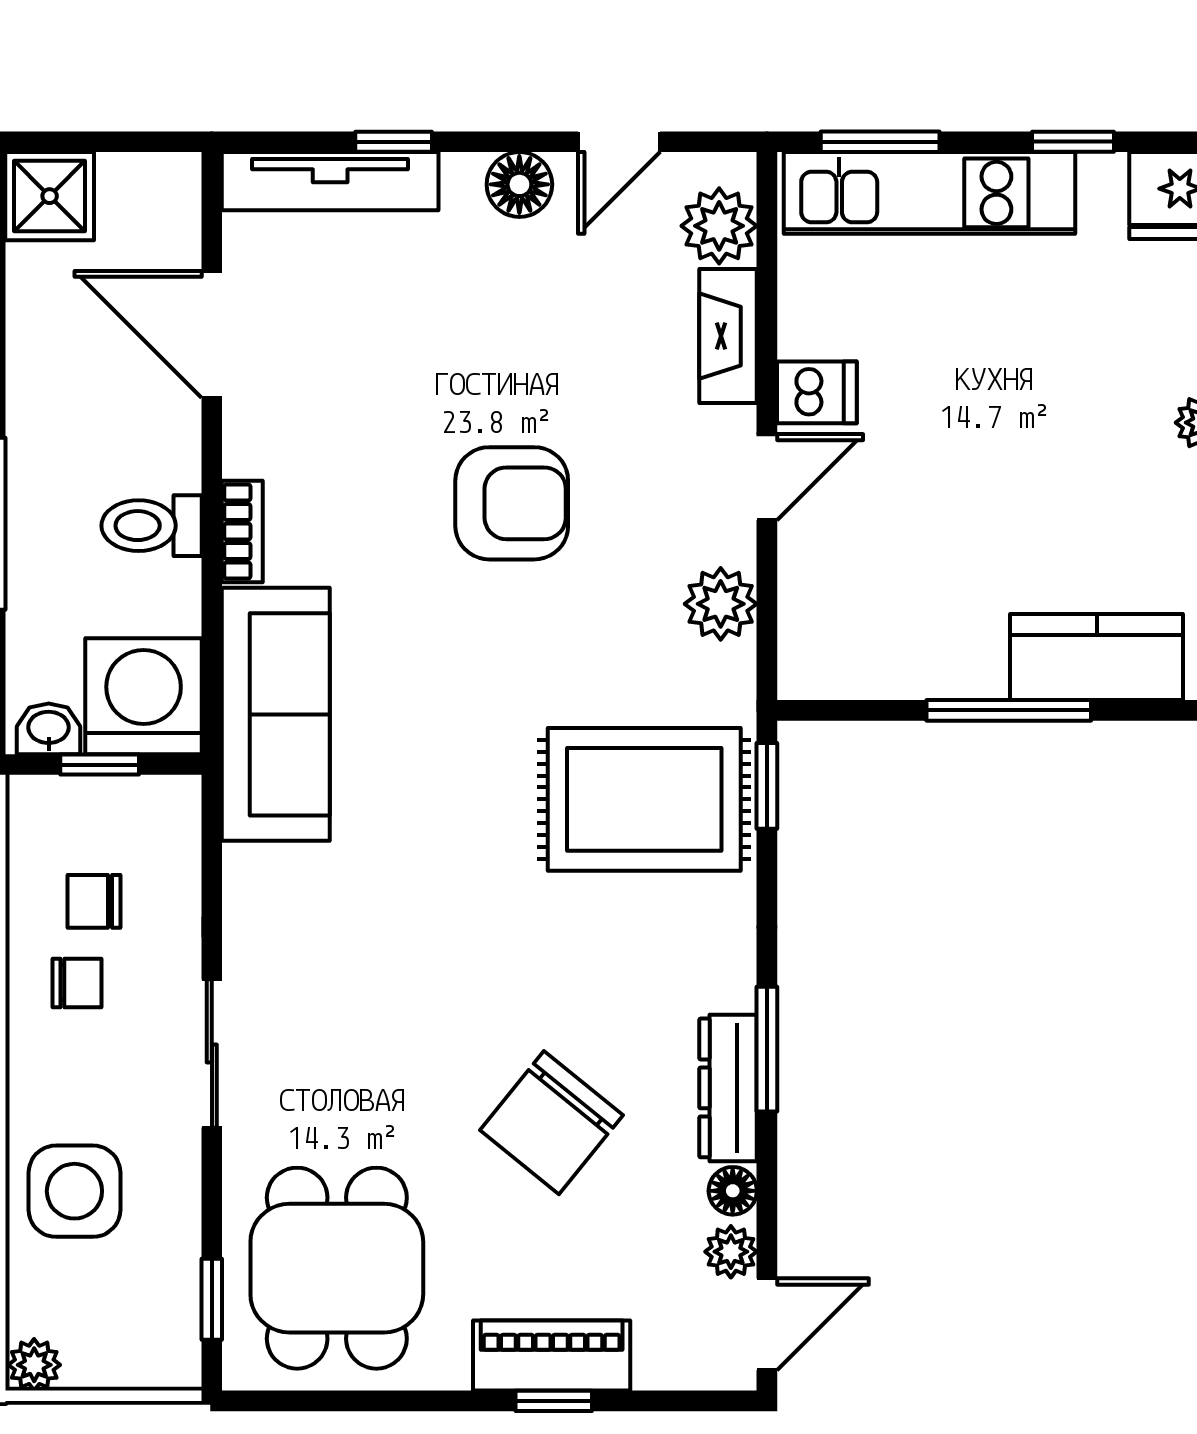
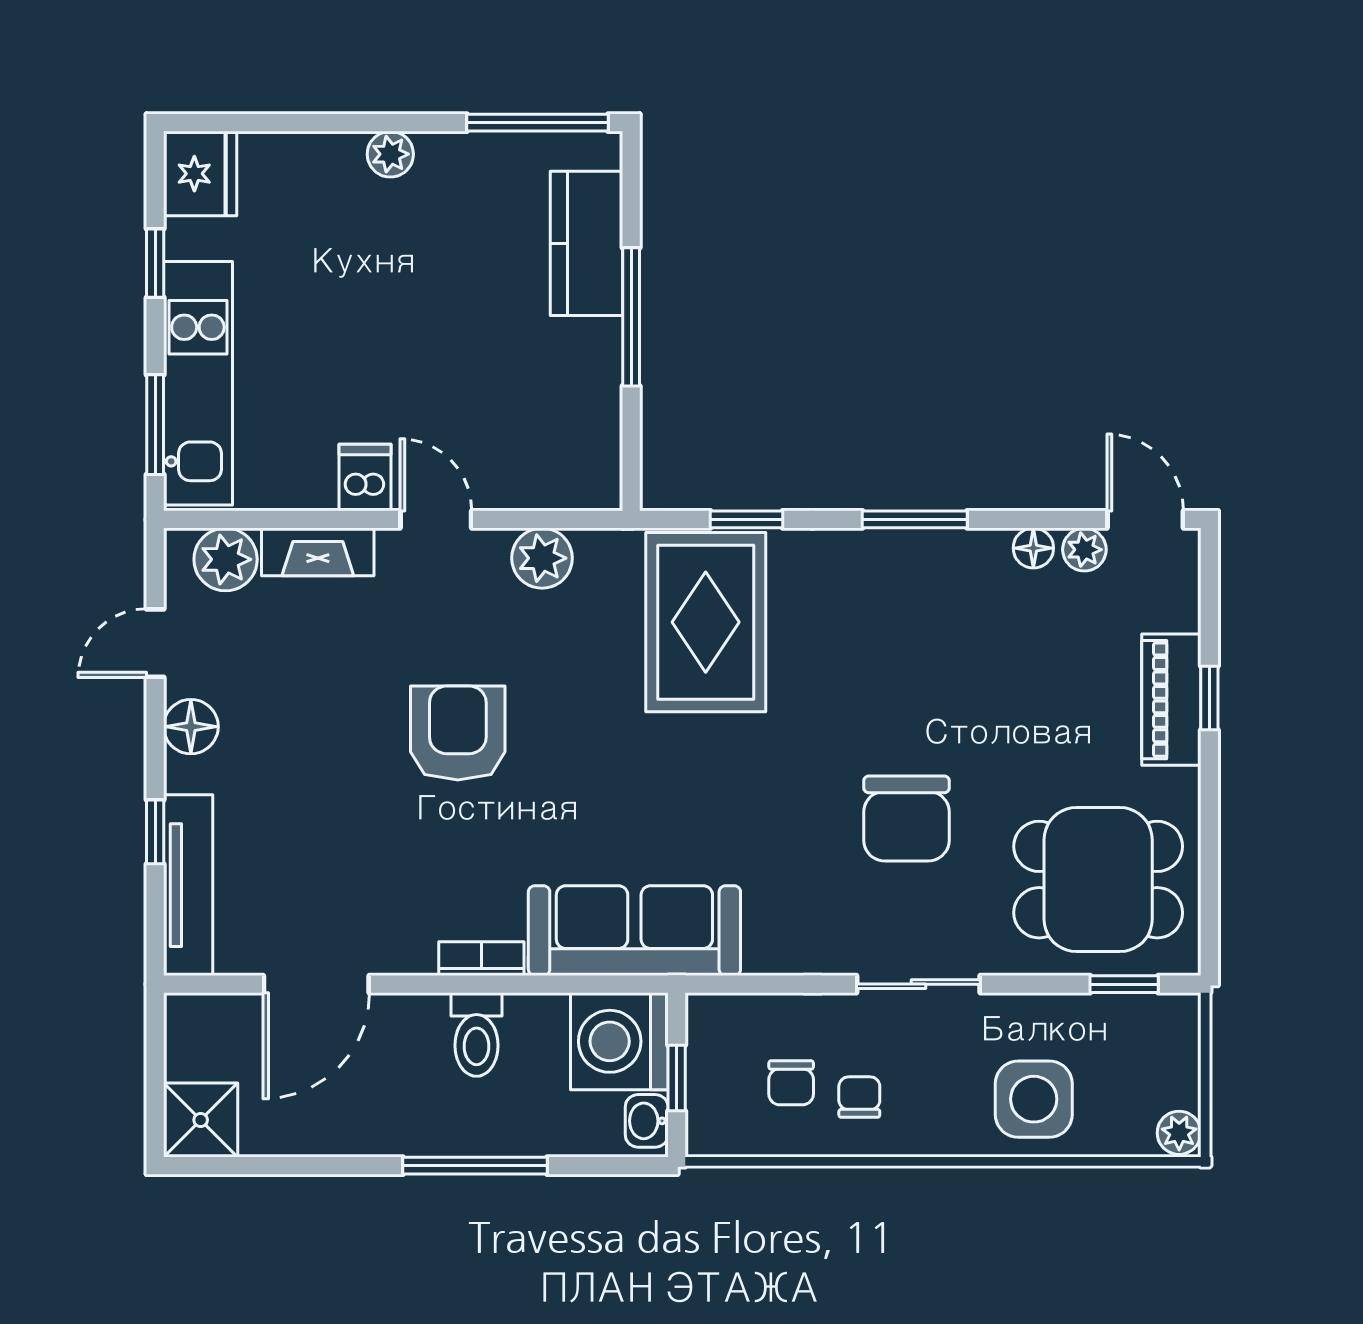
door: (619, 142) -> (155, 643), swing flipped
window: (767, 786) -> (746, 519), moved
dresser: (728, 1088) -> (947, 552), removed
chair: (551, 1123) -> (906, 818), moved, turned 51

